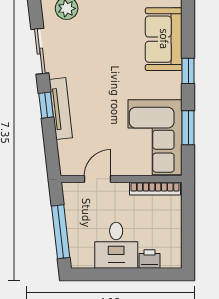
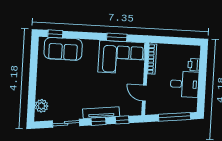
window: (188, 71) -> (55, 34), moved
window: (51, 144) -> (122, 120), added

